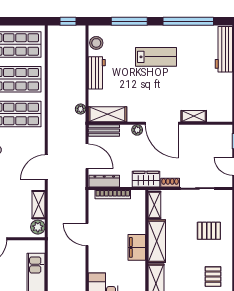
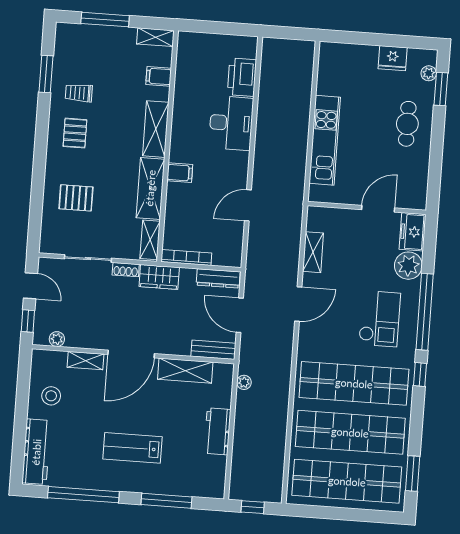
stool: (96, 43) -> (51, 396), moved
shelving: (107, 114) -> (185, 371), moved
door: (162, 123) -> (131, 354), swing flipped
plant: (137, 130) -> (57, 339), moved
bookcase: (113, 194) -> (186, 257), moved
plant: (38, 227) -> (316, 221), removed
door: (87, 234) -> (248, 205), swing flipped
filing cabinet: (137, 247) -> (180, 173), width x0.50

